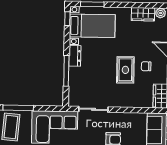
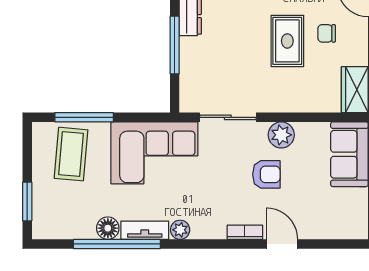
plant: (121, 119) -> (281, 135), added

